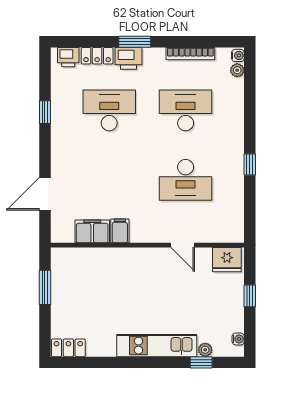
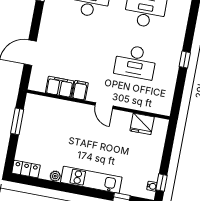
door: (183, 245) -> (104, 106), moved
fridge: (227, 260) -> (142, 124), moved
window: (250, 296) -> (162, 183), moved
plant: (205, 350) -> (55, 176), moved

